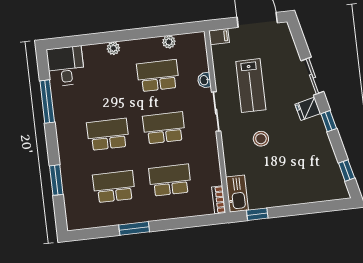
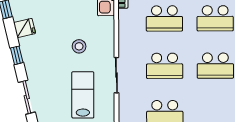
washbasin: (204, 80) -> (124, 104), removed
fridge: (308, 109) -> (25, 28), moved

